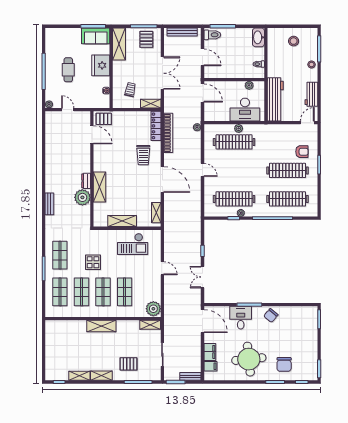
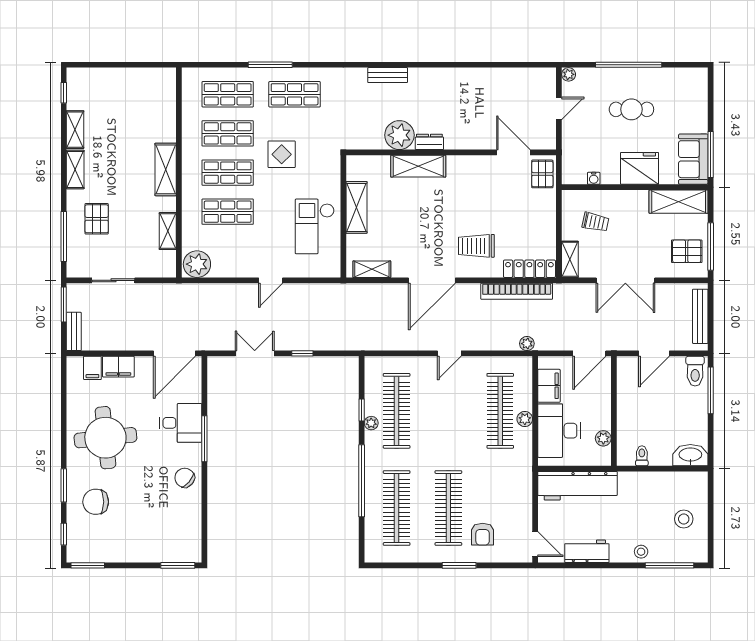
filing cabinet: (220, 115) -> (549, 386), added
door: (92, 135) -> (513, 152), swing flipped
shelving: (150, 325) -> (168, 231), moved

